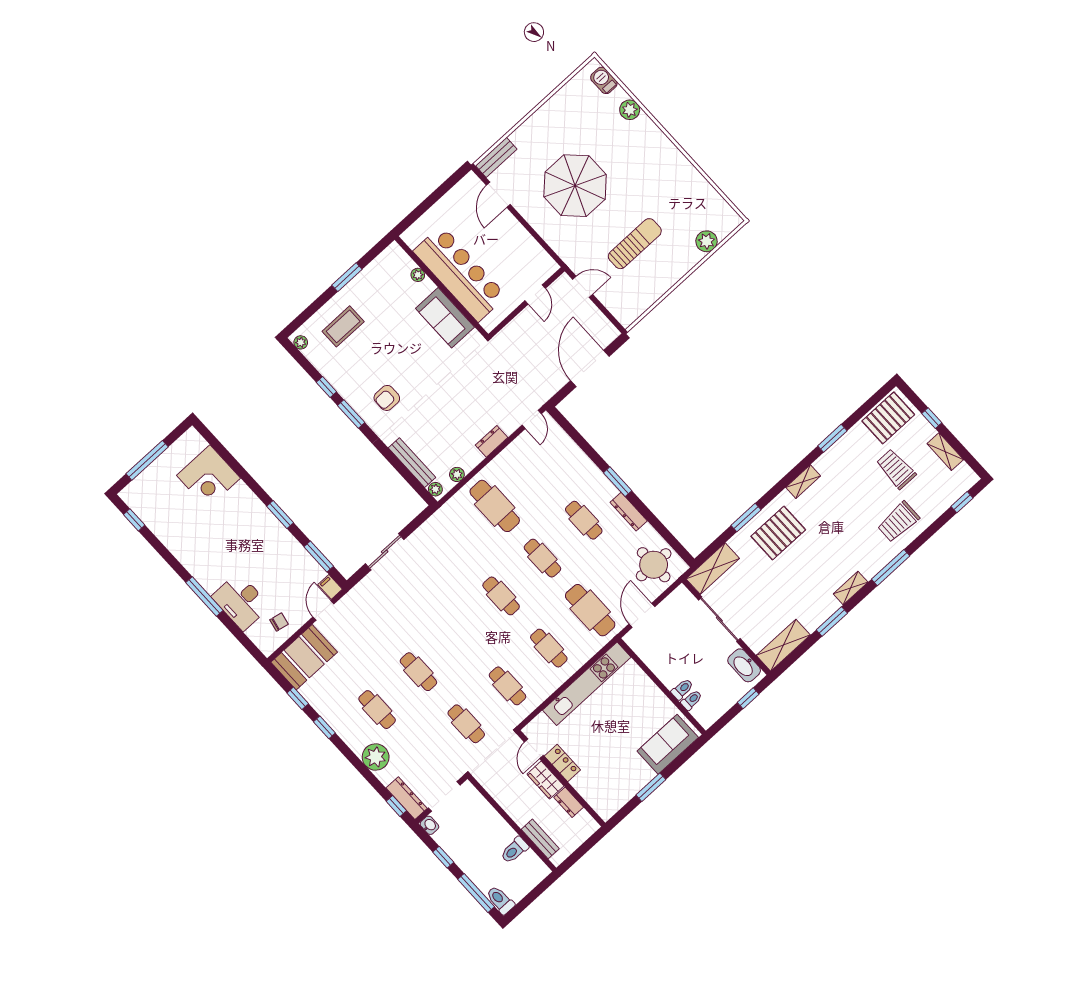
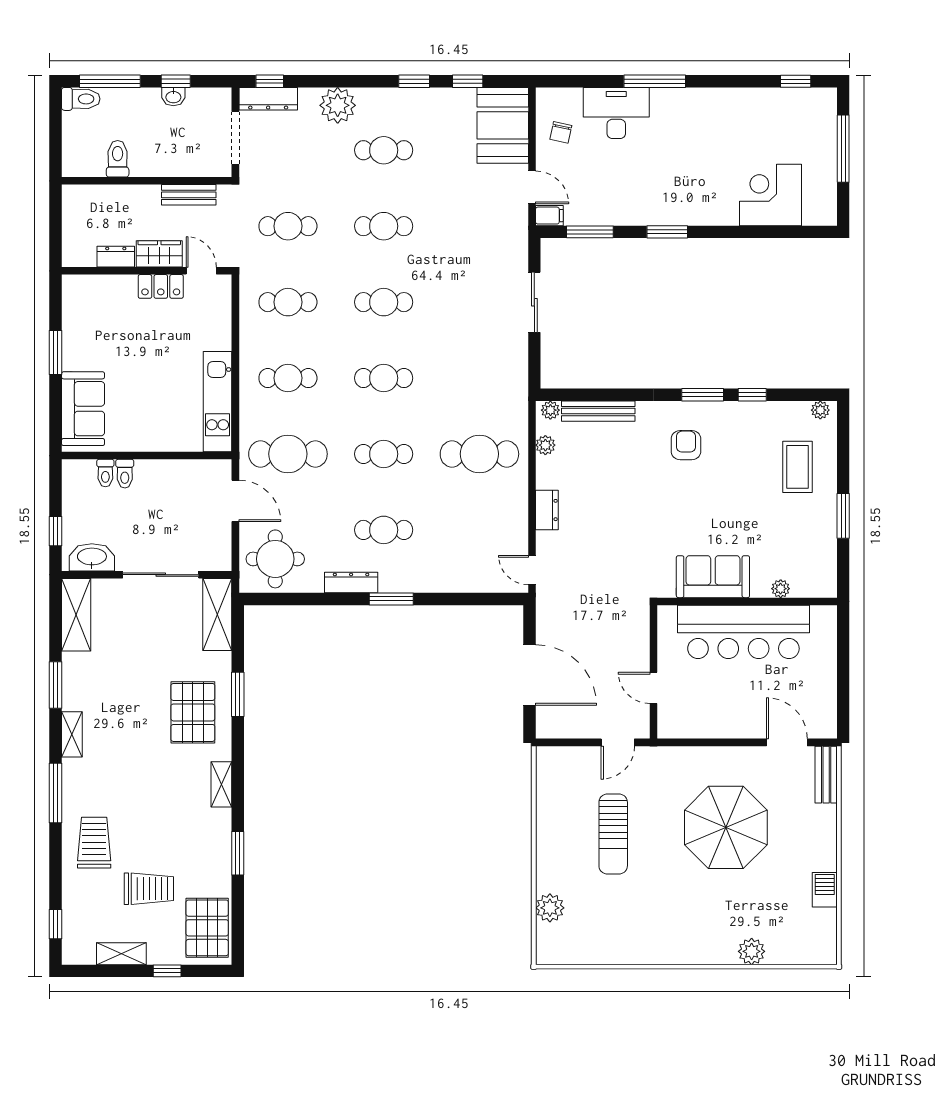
barbecue: (604, 80) -> (825, 890), moved, turned -90
cafe table: (460, 634) -> (384, 302), added
kitchen unit: (587, 684) -> (218, 402), width x0.73
washbasin: (429, 825) -> (173, 97), moved
bench: (540, 839) -> (189, 195), moved

